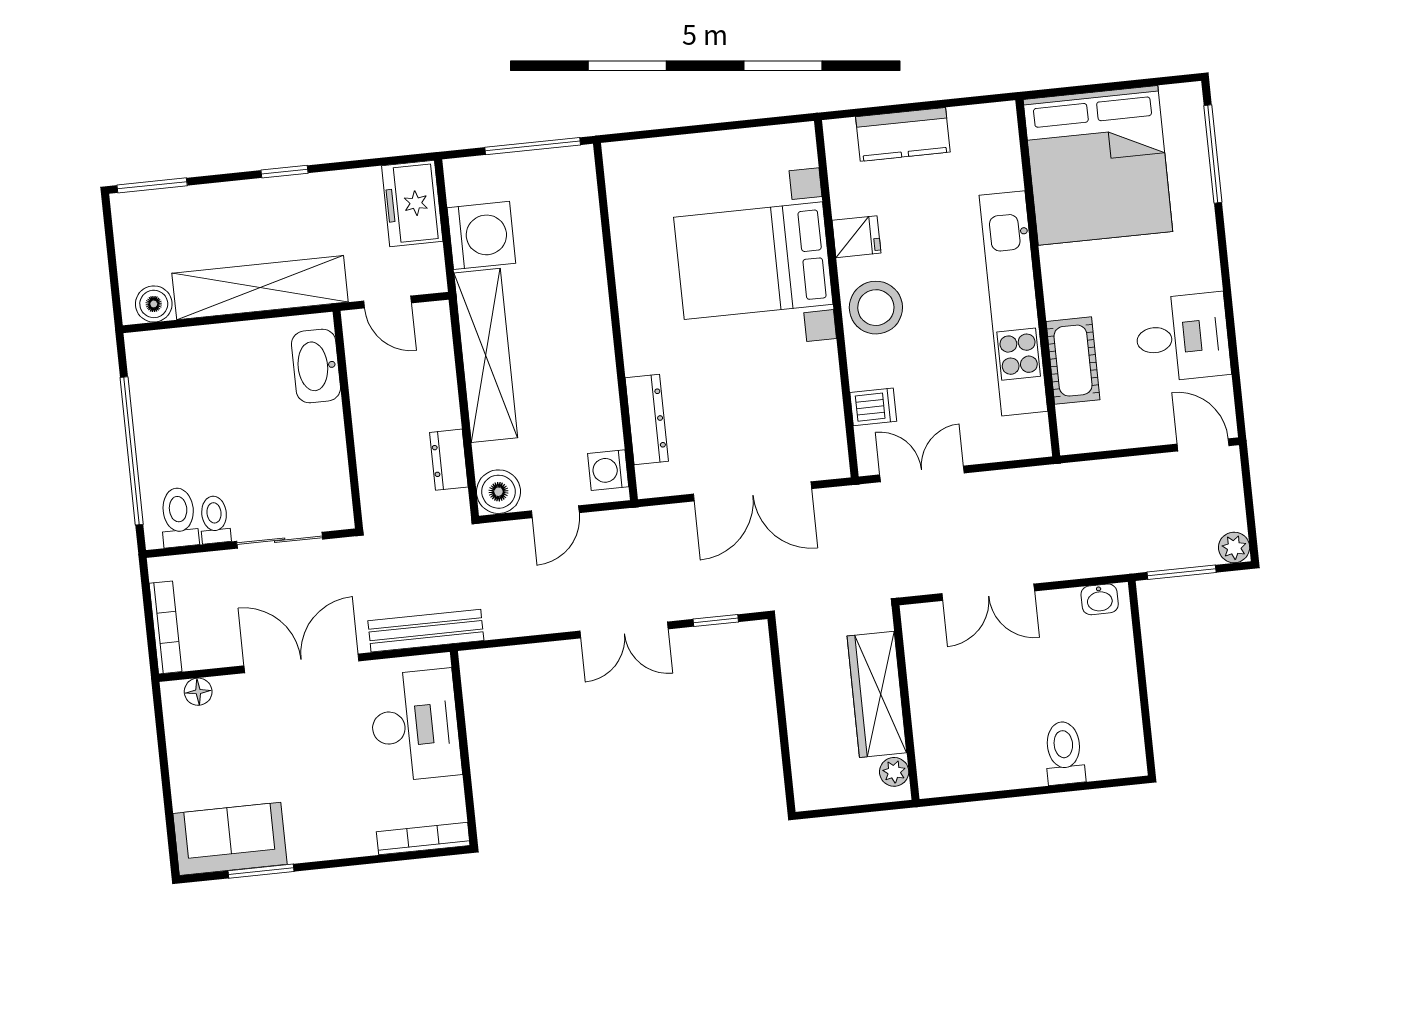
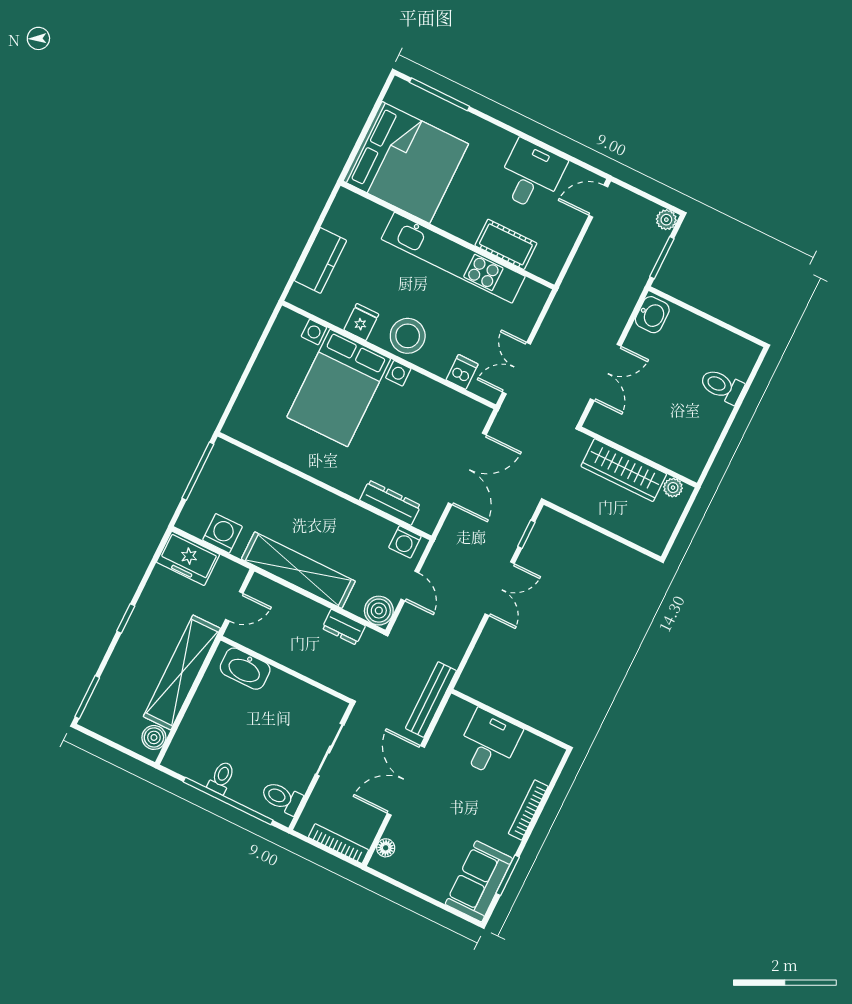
washing machine: (481, 235) -> (222, 533), width x0.73, depth x0.73
toilet: (215, 519) -> (221, 778), moved, turned 90
washbasin: (1100, 599) -> (652, 315), width x1.38, depth x1.45
desk: (415, 725) -> (489, 743), width x0.73
bookcase: (423, 839) -> (528, 810), moved

